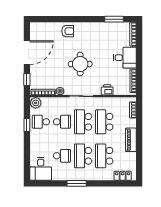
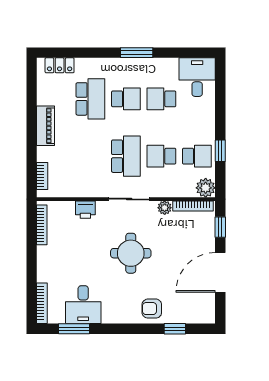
window: (54, 19) -> (175, 329), added
desk: (125, 58) -> (83, 305), moved, turned -90
school desk: (104, 122) -> (90, 156), removed
school desk: (83, 156) -> (126, 99), width x0.54

